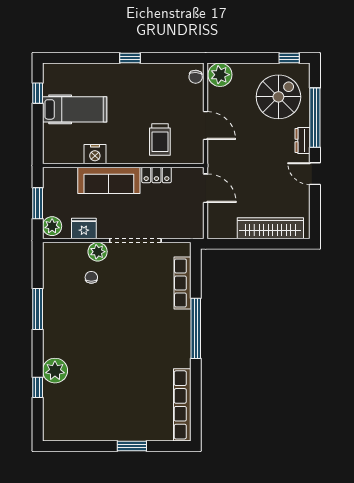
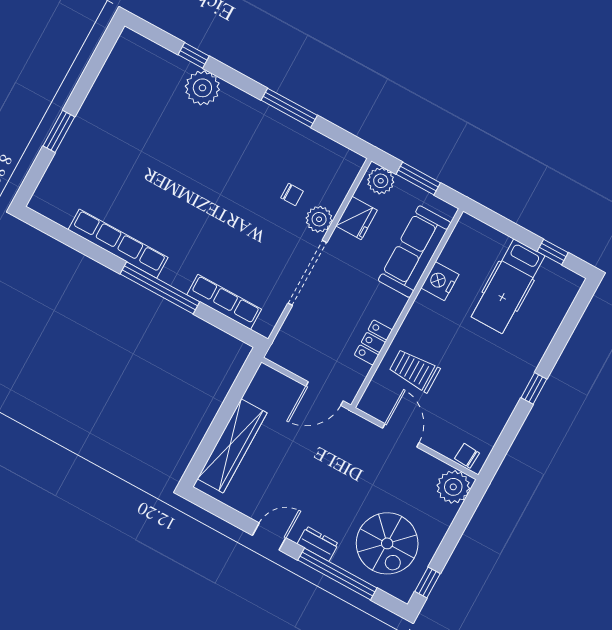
door: (206, 126) -> (401, 435), swing flipped
sofa: (109, 180) -> (415, 252), moved
row of seats: (182, 405) -> (118, 244), moved

